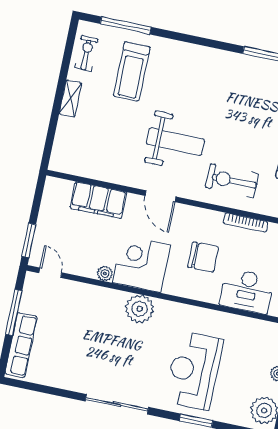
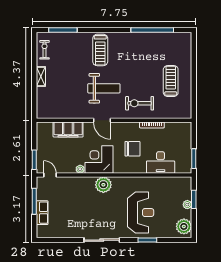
treadmill: (132, 71) -> (100, 50), moved
row of seats: (21, 345) -> (42, 213), width x0.68
reception desk: (194, 371) -> (141, 213), turned 180

